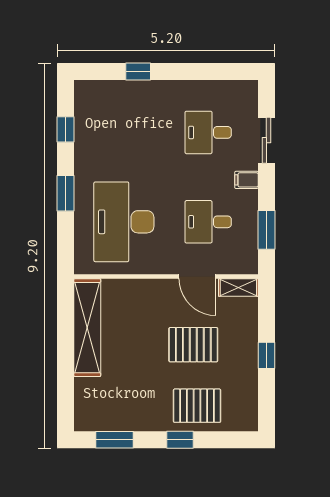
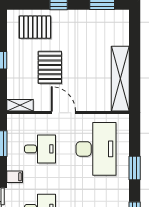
door: (197, 277) -> (63, 113), moved
pallet: (193, 345) -> (50, 67), turned 90
pallet: (197, 406) -> (35, 27), moved

